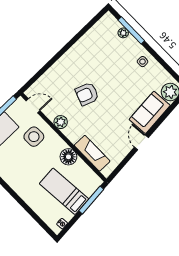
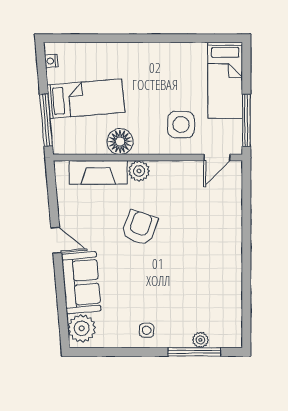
armchair: (87, 94) -> (140, 228), moved
plant: (61, 122) -> (139, 171), moved

